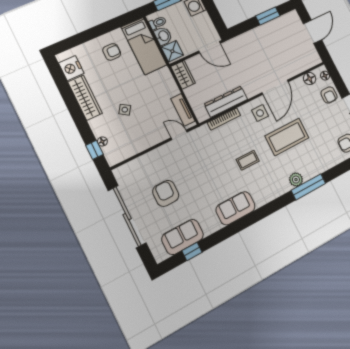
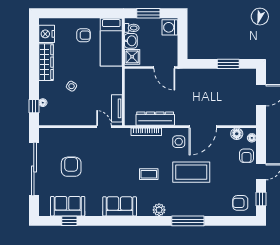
wardrobe: (183, 75) -> (131, 80), removed
plant: (296, 180) -> (159, 210), moved

